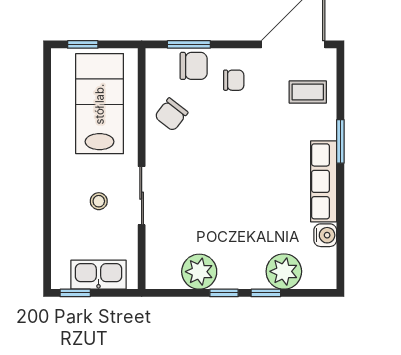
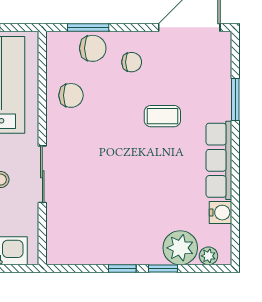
coffee table: (308, 92) -> (162, 116), moved
chair: (171, 115) -> (71, 95), turned -128
window: (340, 141) -> (235, 99), moved
plant: (199, 272) -> (208, 256), moved, width x0.53, depth x0.53

